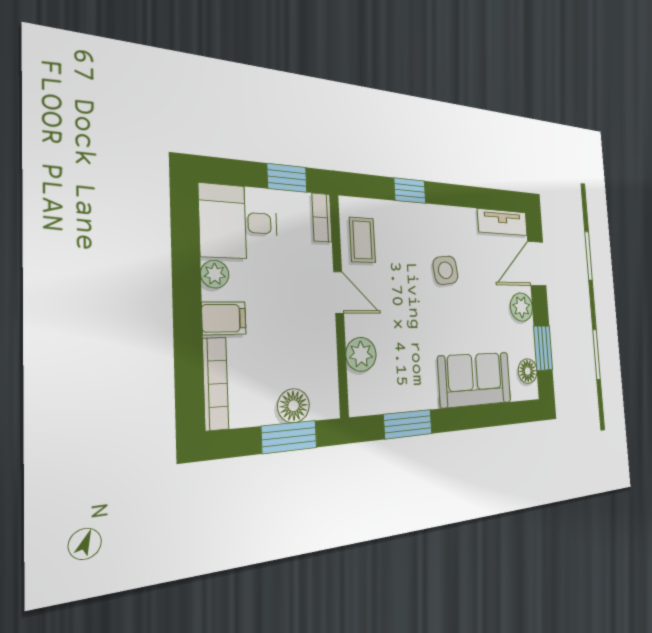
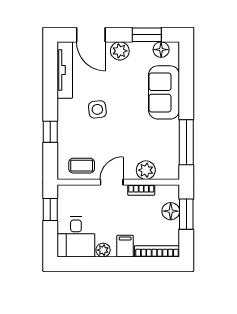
bookcase: (322, 218) -> (141, 190), moved
tv unit: (503, 222) -> (65, 70), width x1.41
window: (408, 424) -> (186, 142), width x1.44

